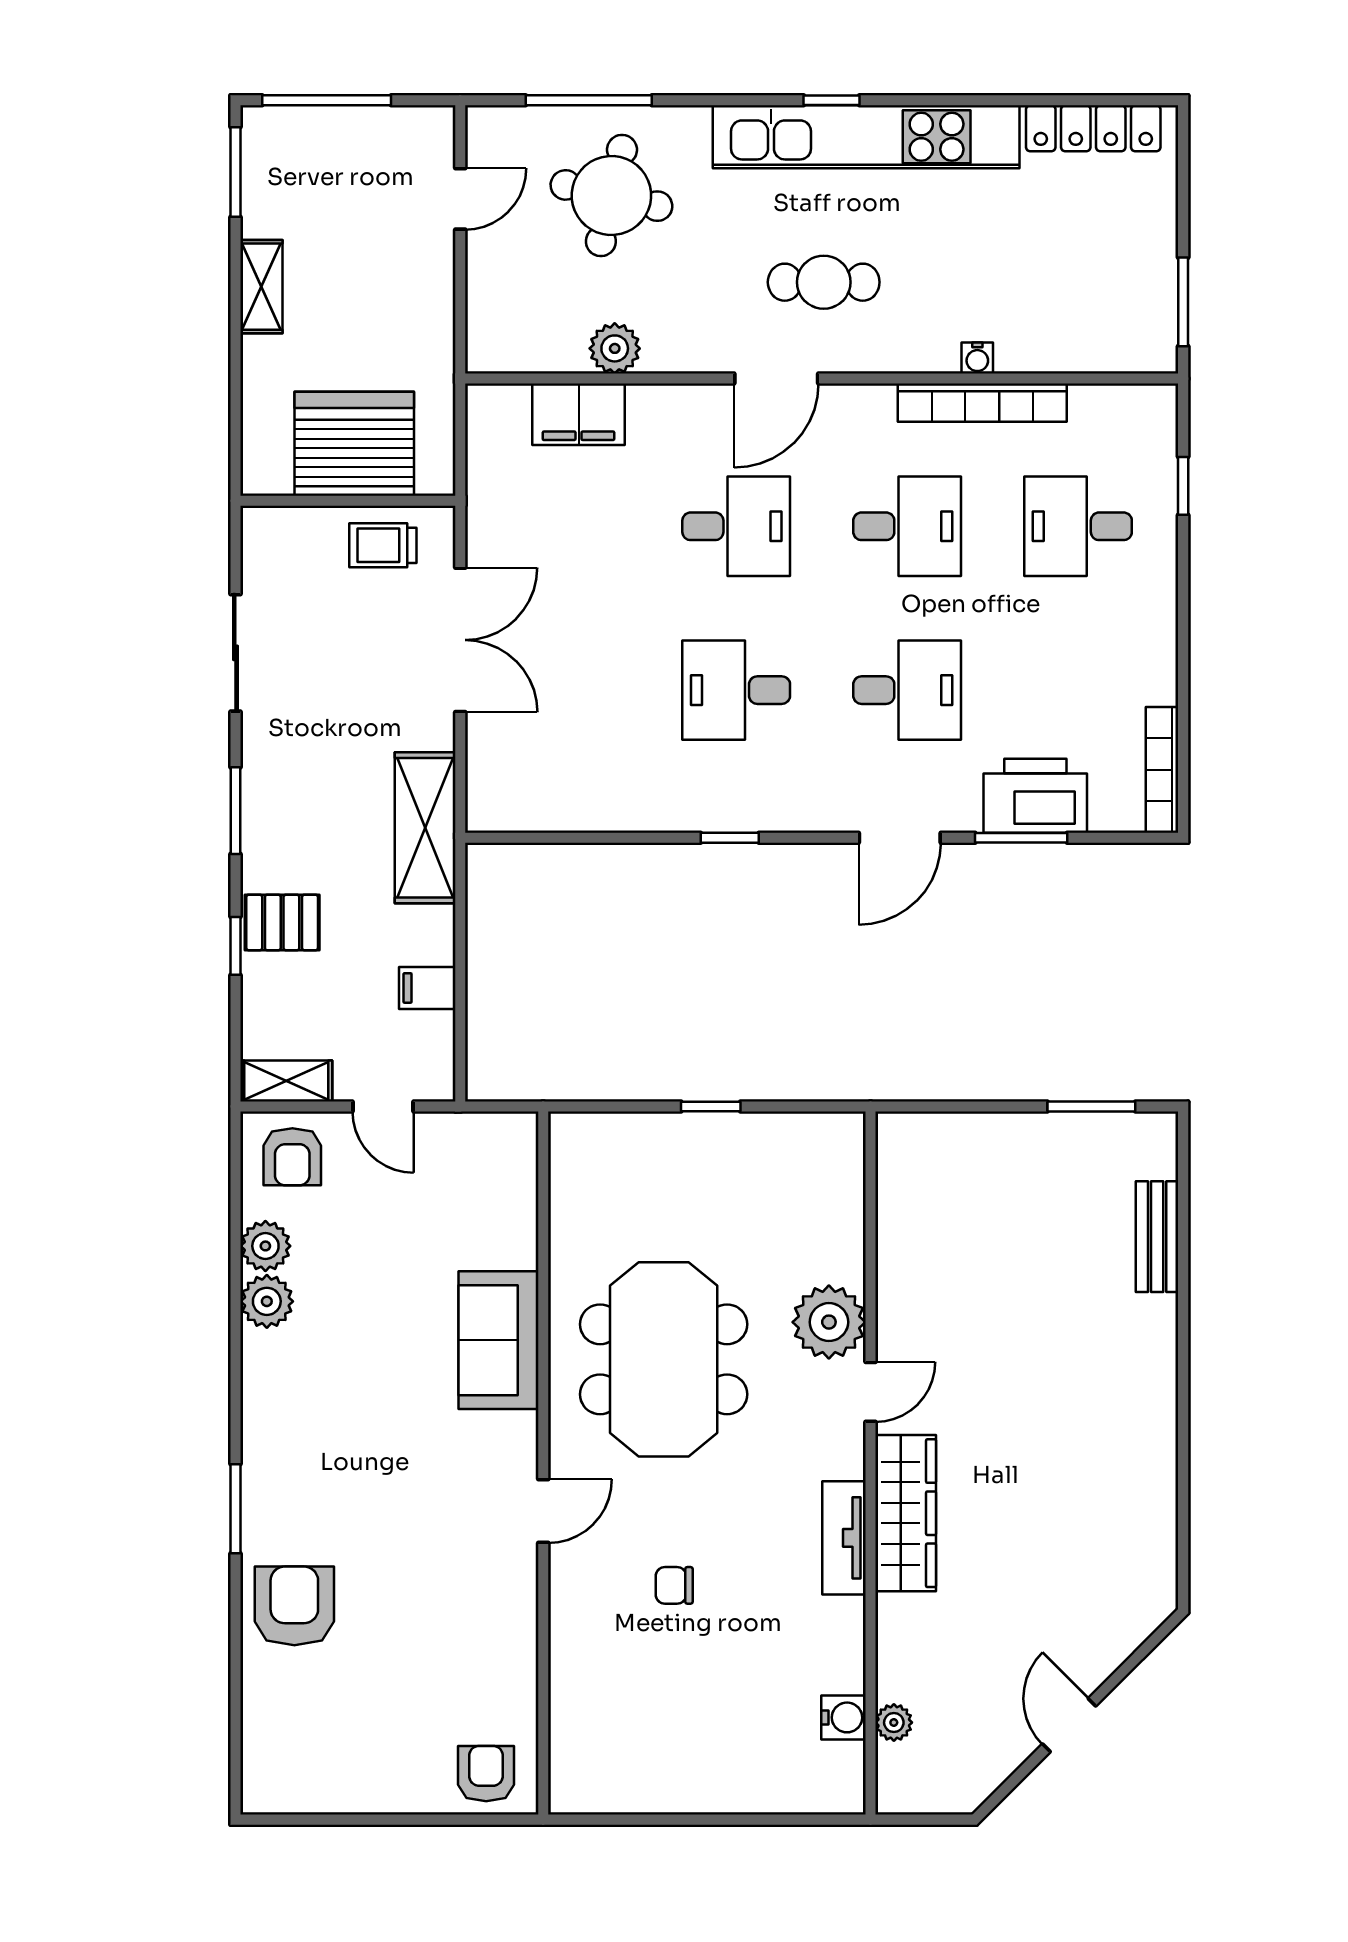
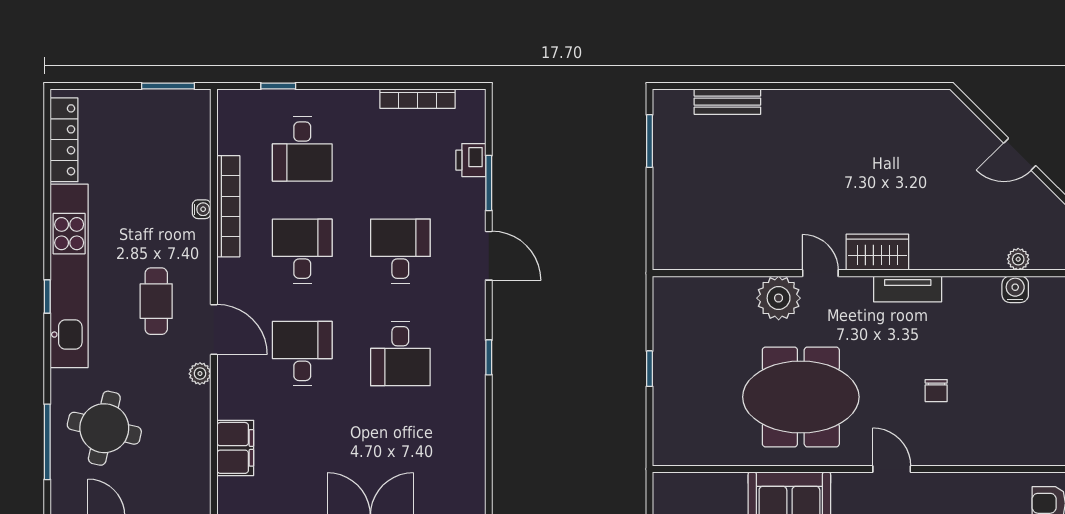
plant: (615, 348) -> (200, 374), moved, width x0.73, depth x0.73
bookcase: (1162, 770) -> (417, 99), moved
printer: (1035, 796) -> (471, 160), width x0.53, depth x0.68
wardrobe: (906, 1513) -> (877, 252), width x0.67

